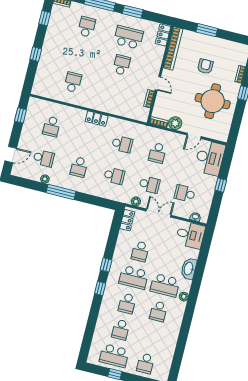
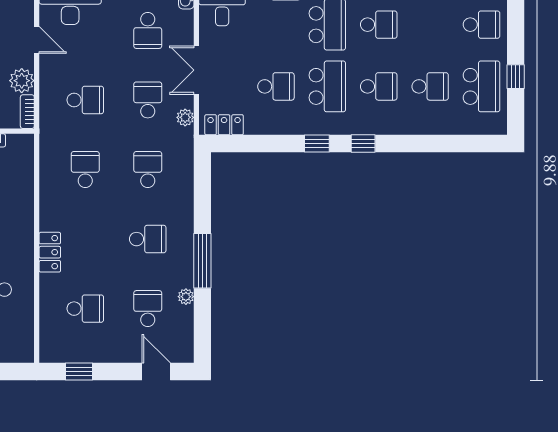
locker: (97, 119) -> (50, 252), moved

